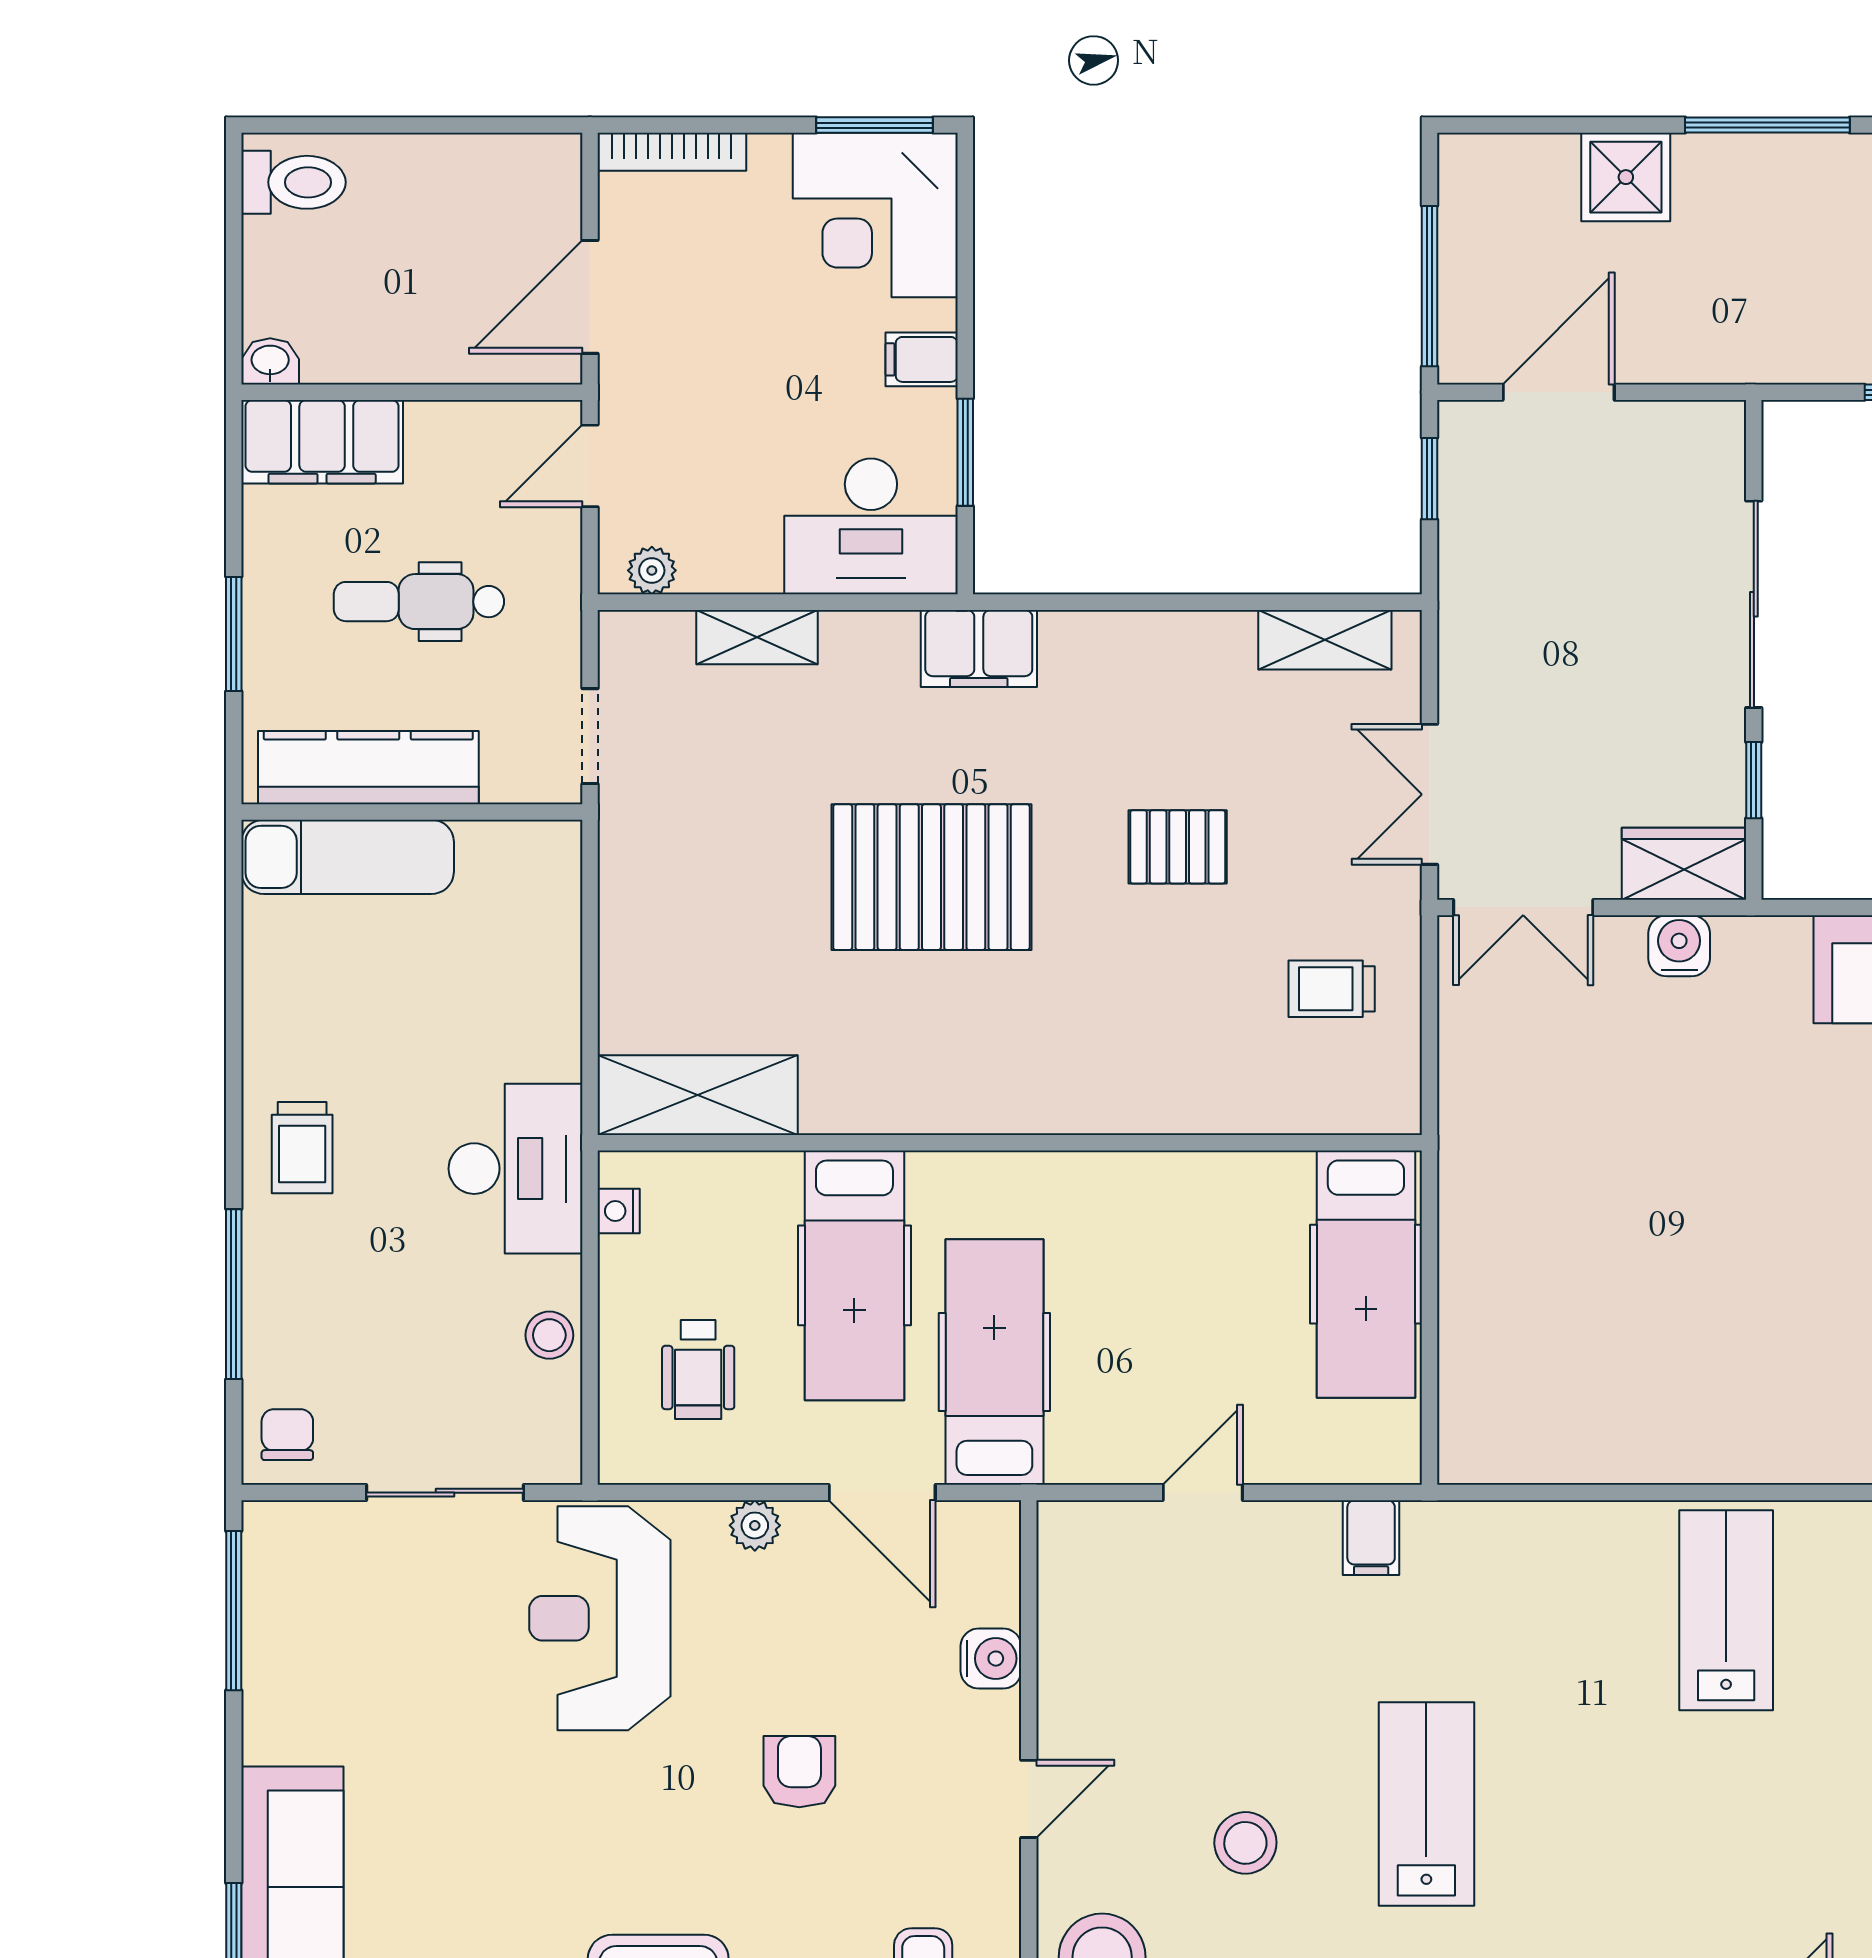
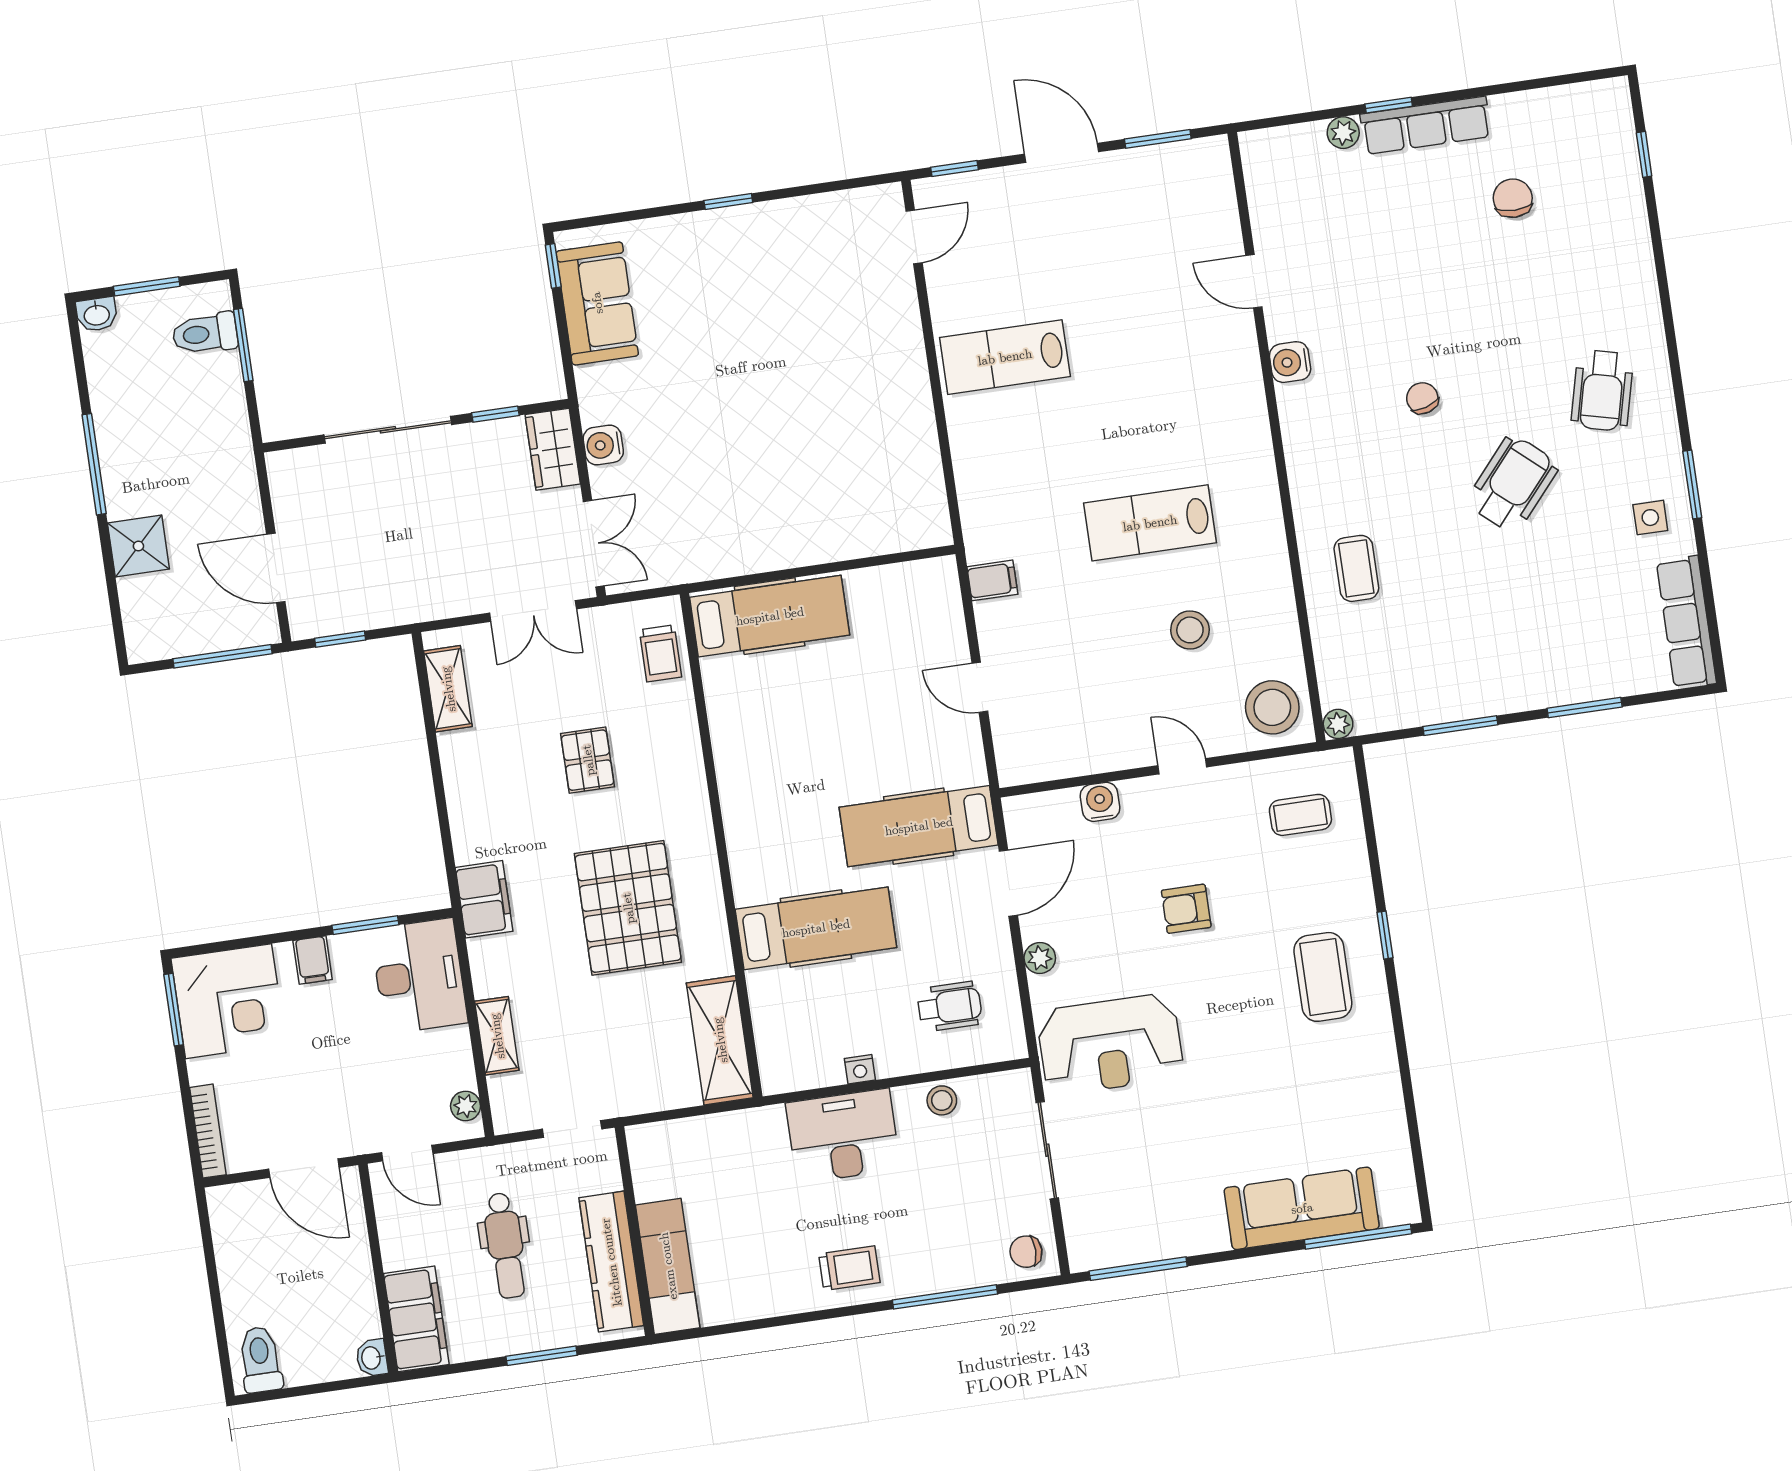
shelving: (698, 1095) -> (720, 1040), moved
wall: (1010, 1143) -> (721, 845), moved
hospital bed: (1366, 1274) -> (770, 616), moved
hospital bed: (854, 1275) -> (816, 928), moved

